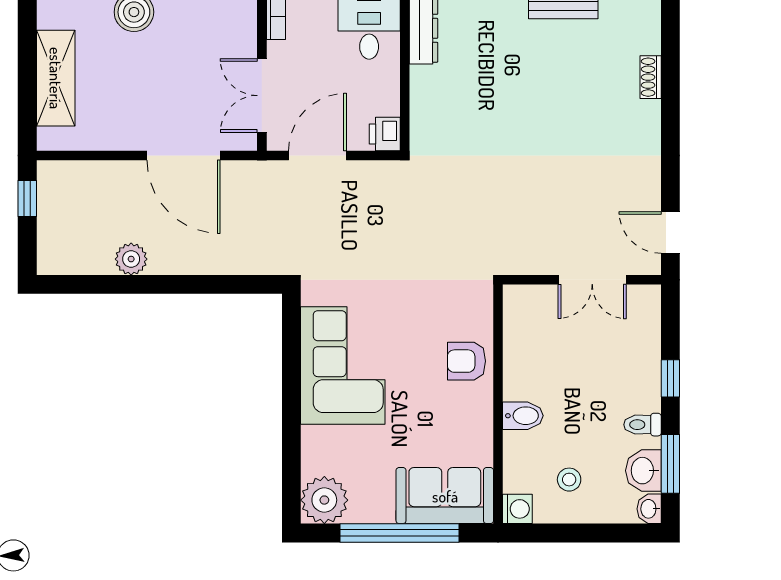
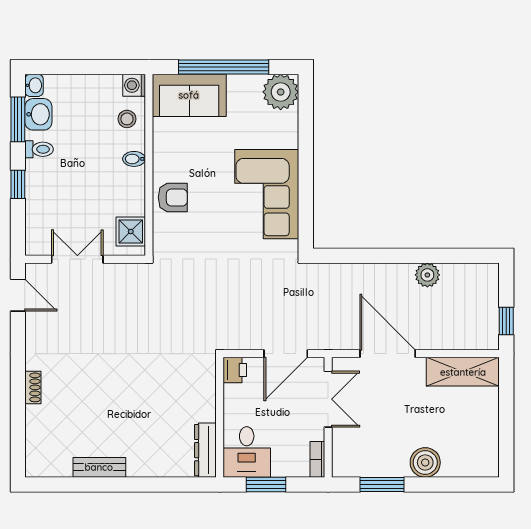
shoe rack: (651, 77) -> (33, 387), moved
shelving: (56, 78) -> (463, 372), moved, turned 90
shower: (522, 316) -> (131, 231), added
bidet: (523, 416) -> (134, 159), width x0.72, depth x0.74
stool: (569, 480) -> (127, 119), moved

